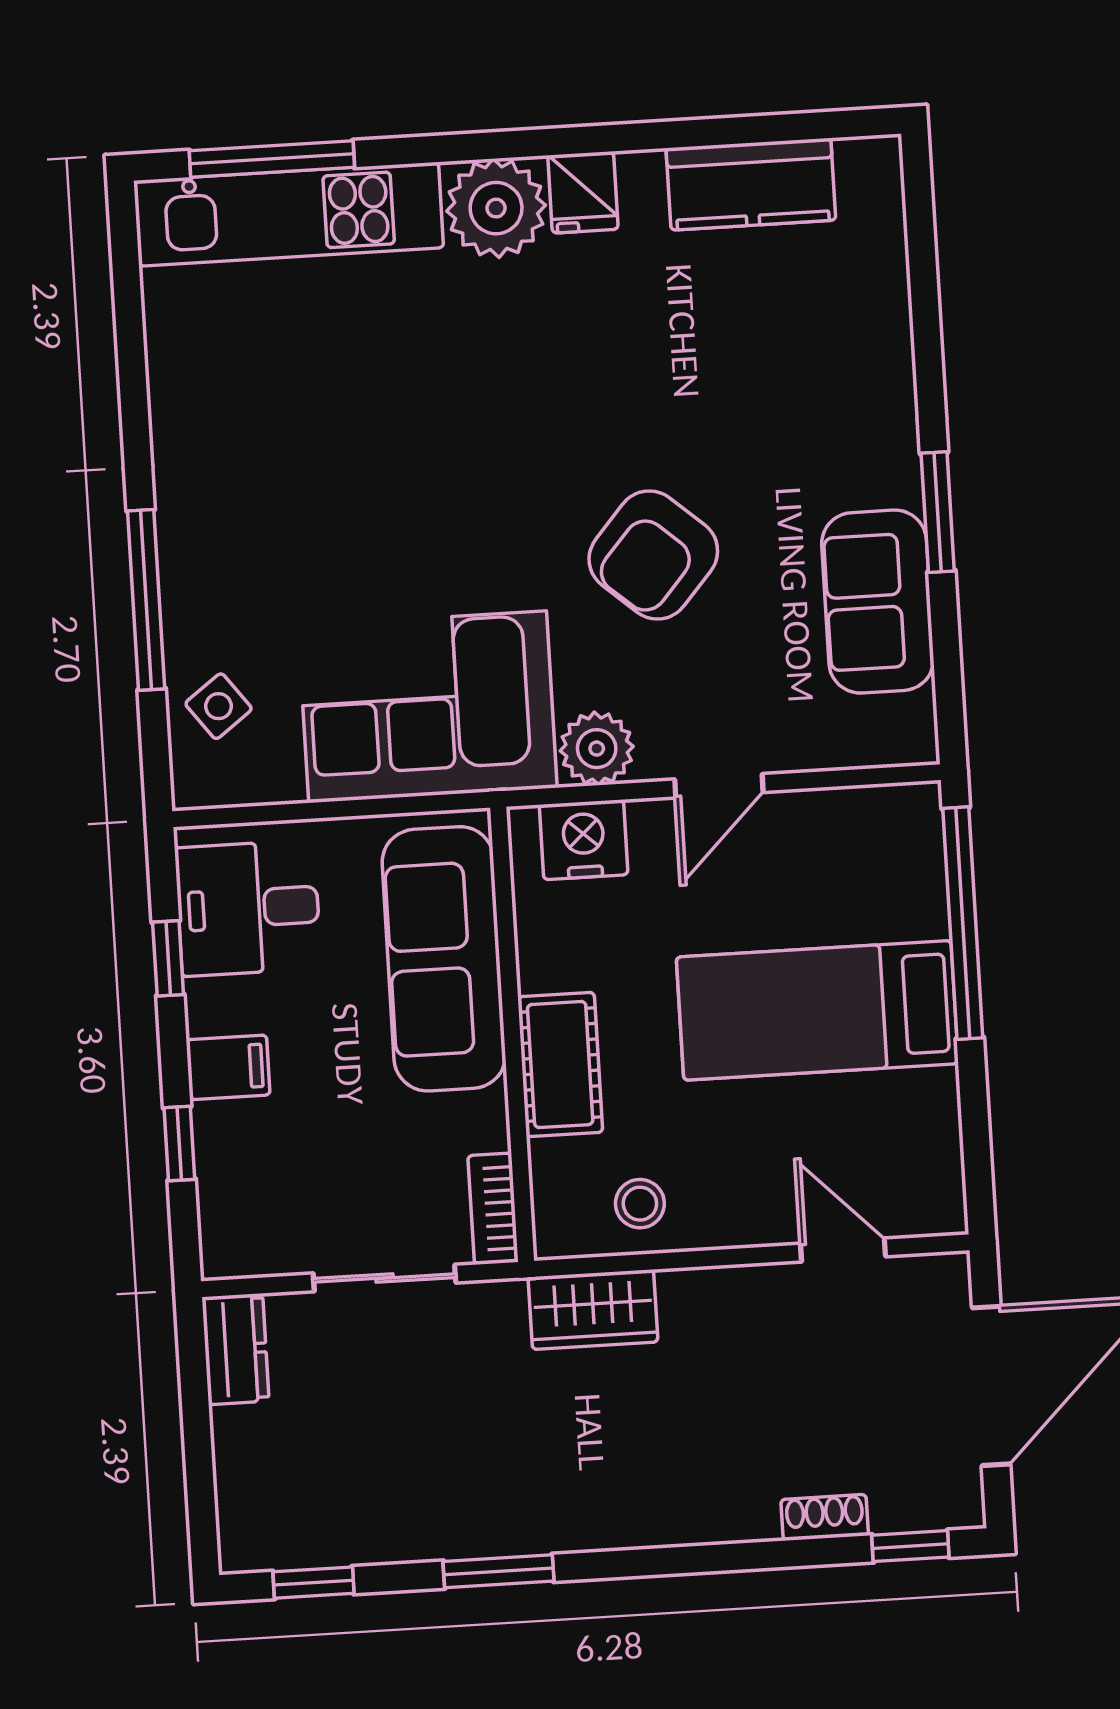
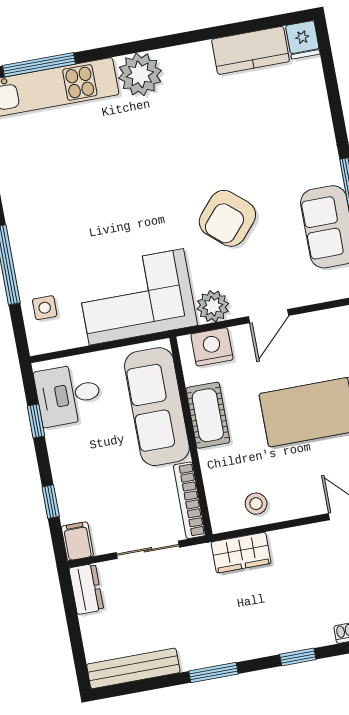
fridge: (583, 192) -> (303, 40), moved
side table: (219, 706) -> (45, 308), turned 37
cot: (560, 1065) -> (208, 415), moved
filing cabinet: (228, 1067) -> (77, 541), moved, turned -90
bookcase: (493, 1209) -> (189, 500), width x1.56
bench: (320, 1540) -> (133, 668), added
window: (313, 1583) -> (298, 657), moved

